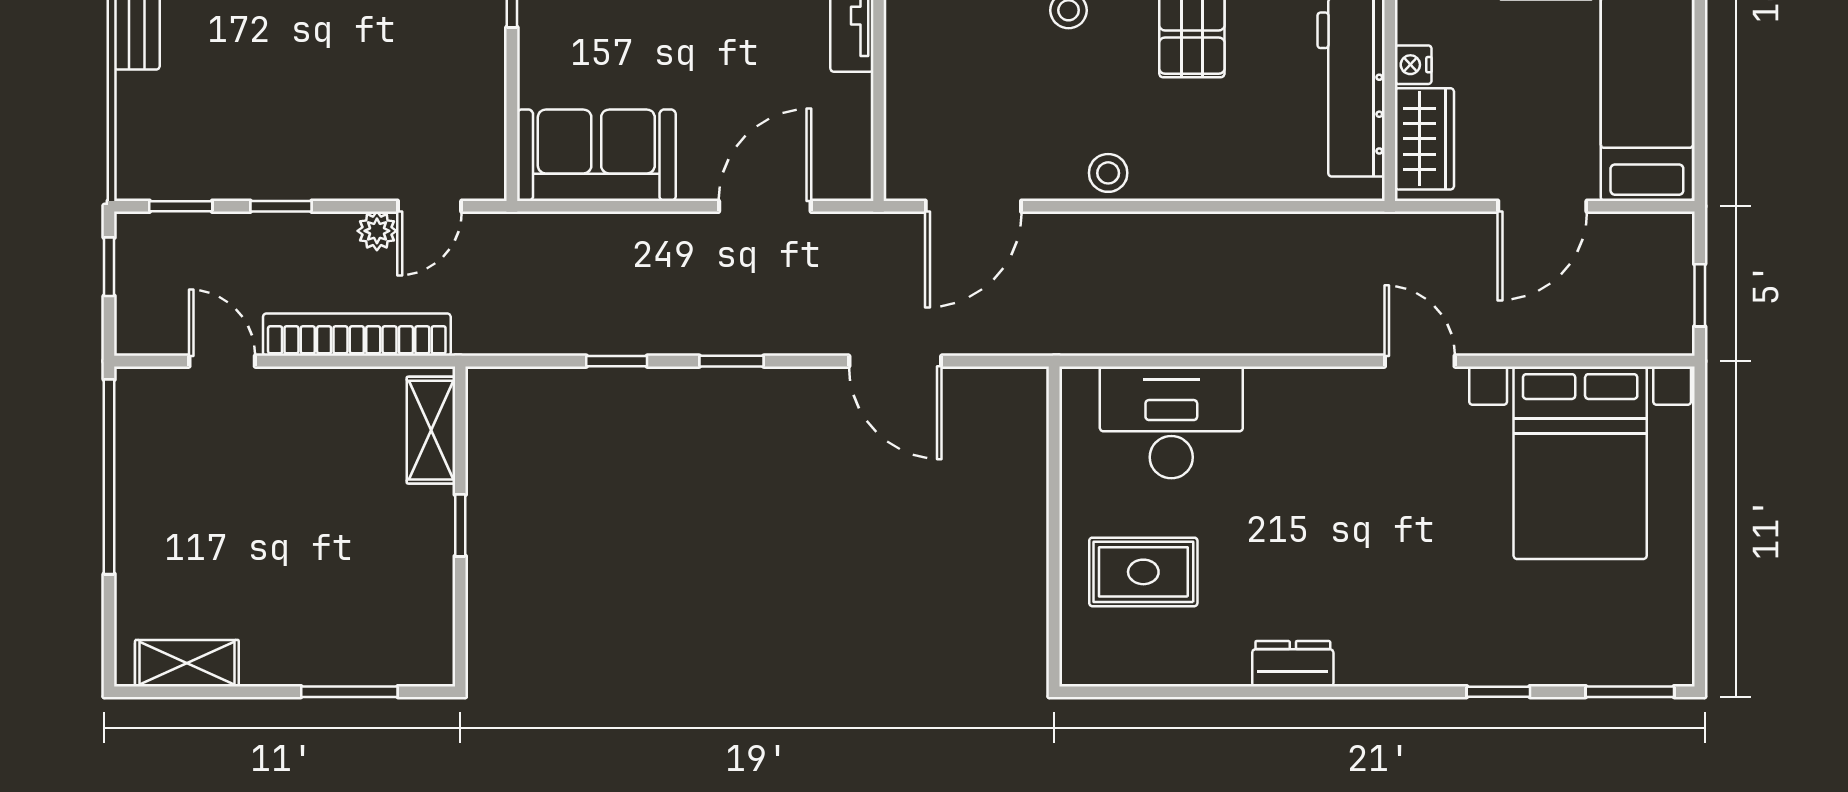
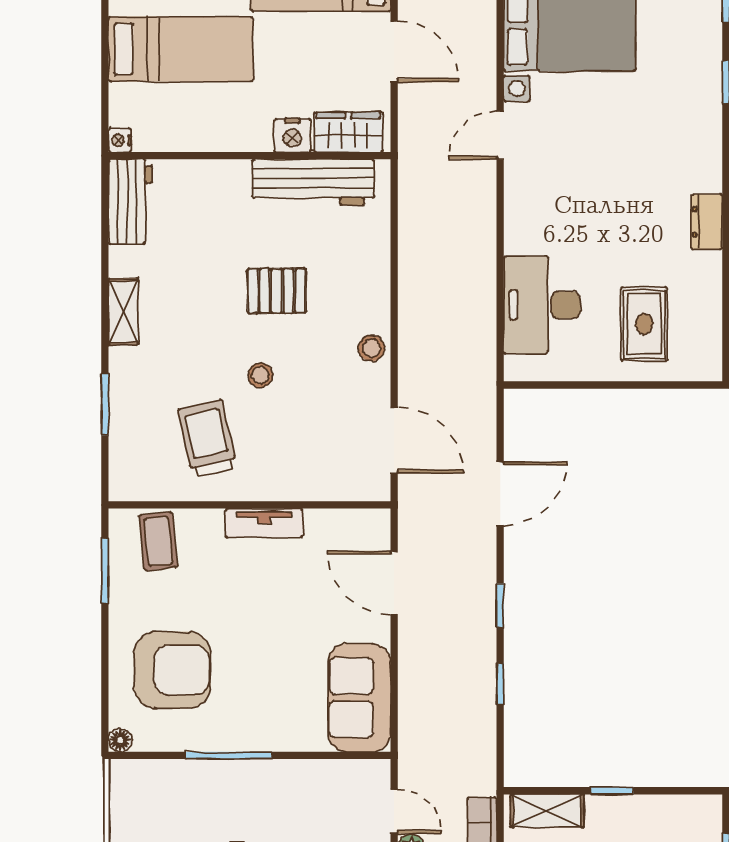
nightstand: (1413, 65) -> (292, 135), width x1.39, depth x1.35

